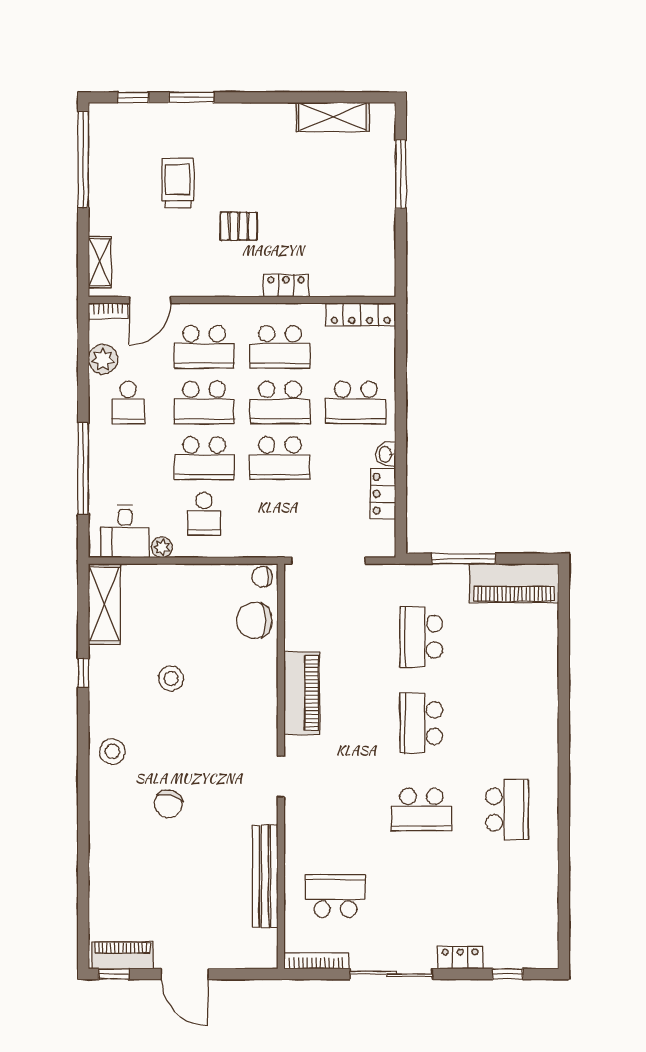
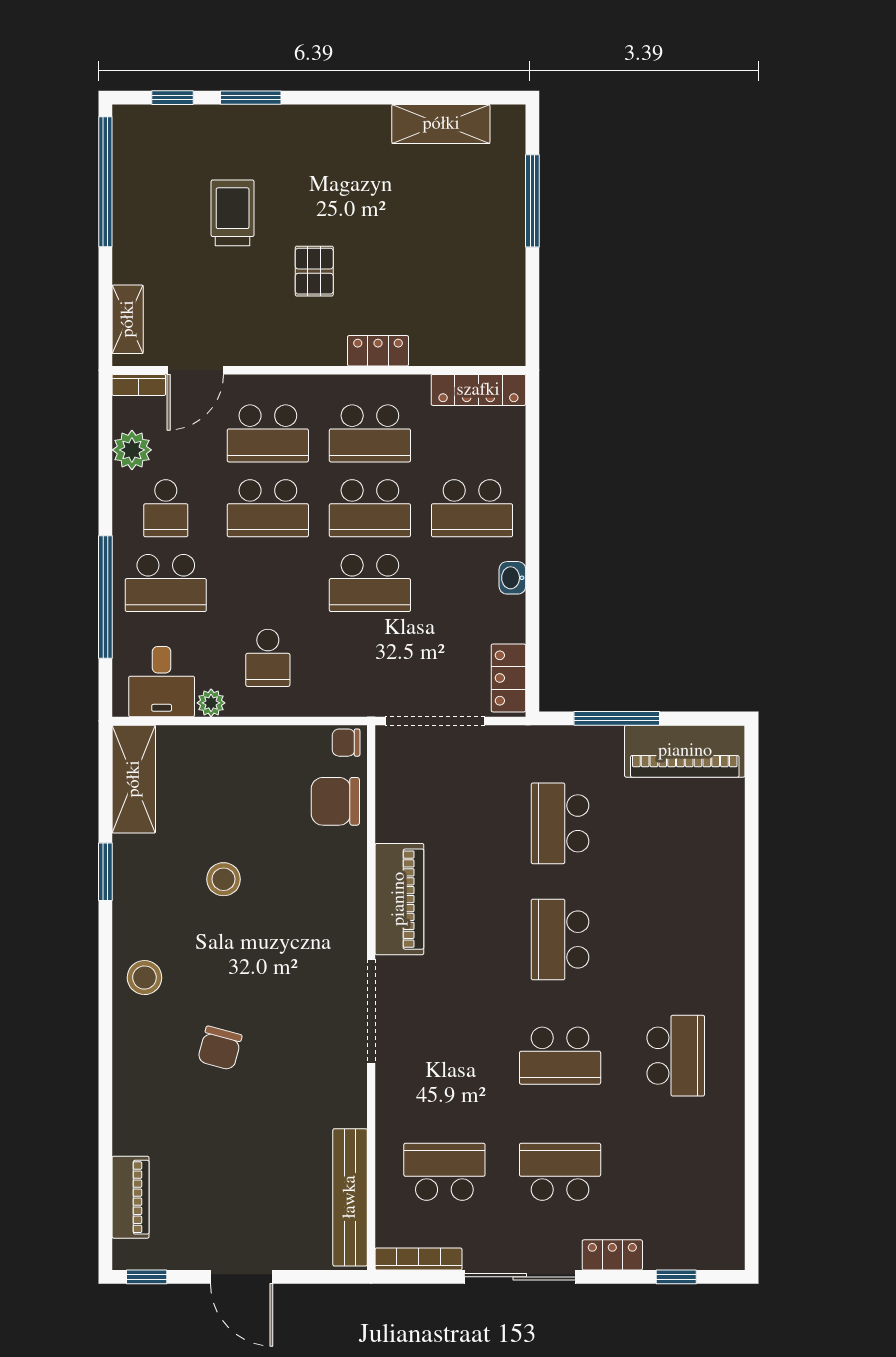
pallet: (239, 226) -> (314, 271), turned 90
school desk: (204, 458) -> (166, 583), moved
locker: (383, 494) -> (508, 678), moved
window: (83, 673) -> (105, 872), width x1.50
doorway: (281, 776) -> (371, 1011), width x1.88
bench: (265, 876) -> (350, 1197), moved
school desk: (421, 896) -> (560, 1172), added
piano: (123, 955) -> (131, 1197), moved, turned 90

